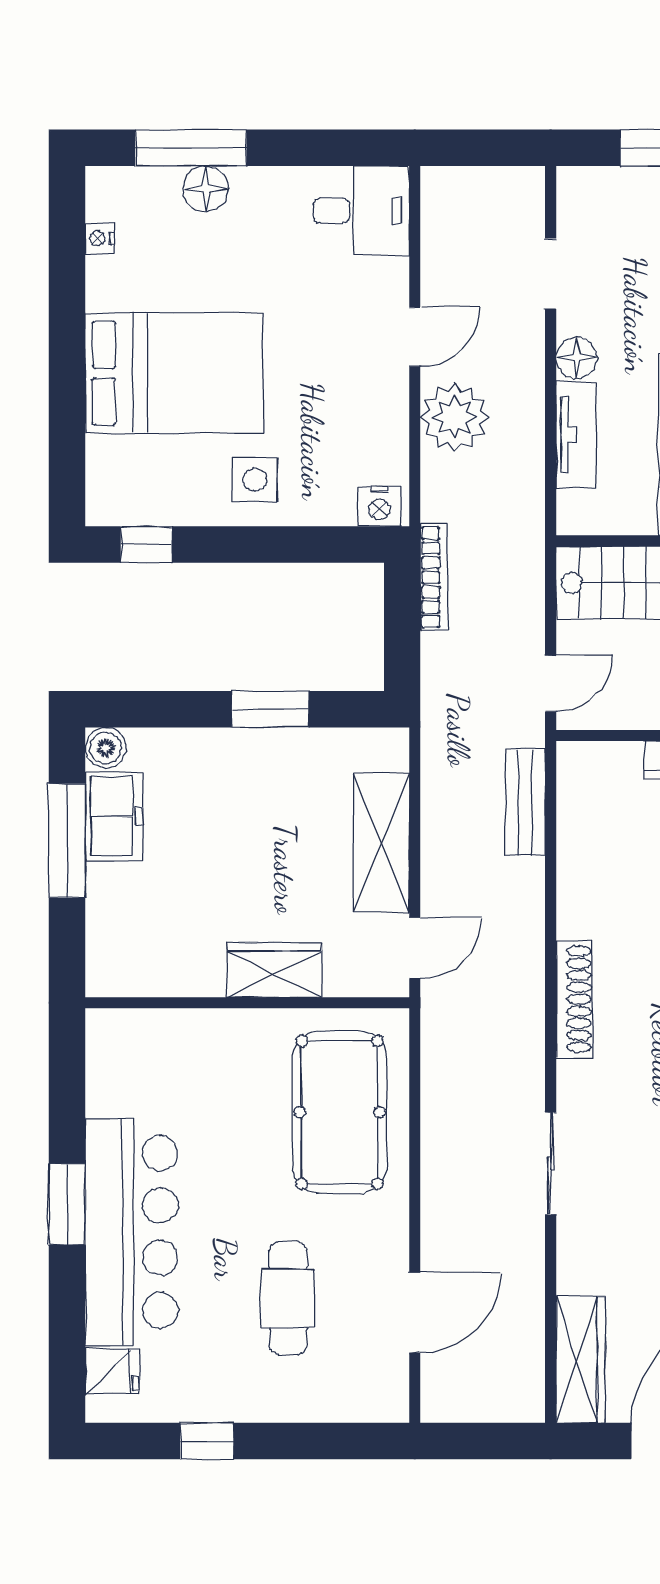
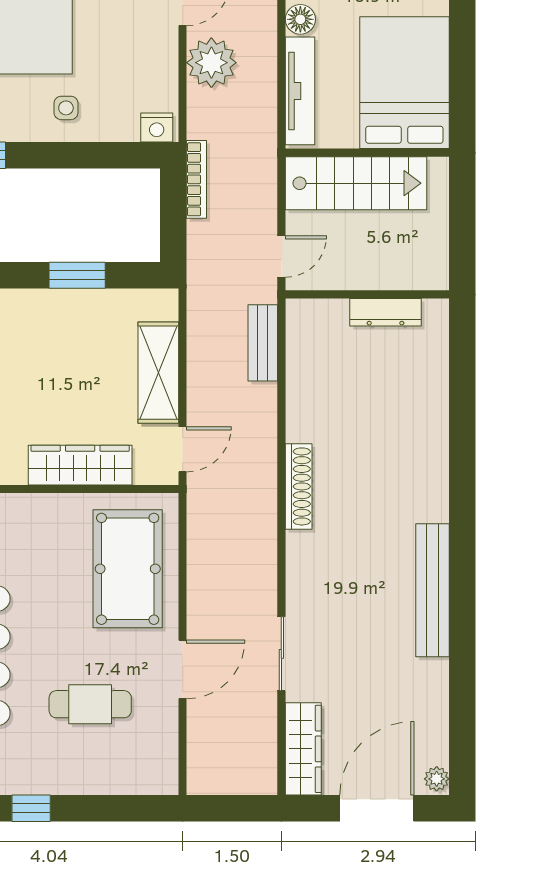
tv unit: (576, 435) -> (300, 91), width x1.41
side table: (255, 480) -> (66, 108), width x0.73, depth x0.73
wardrobe: (274, 970) -> (80, 465), width x1.50
sliding door: (551, 1163) -> (281, 654), moved
cafe table: (288, 1298) -> (90, 704), turned 90
door: (415, 1313) -> (183, 669), moved

